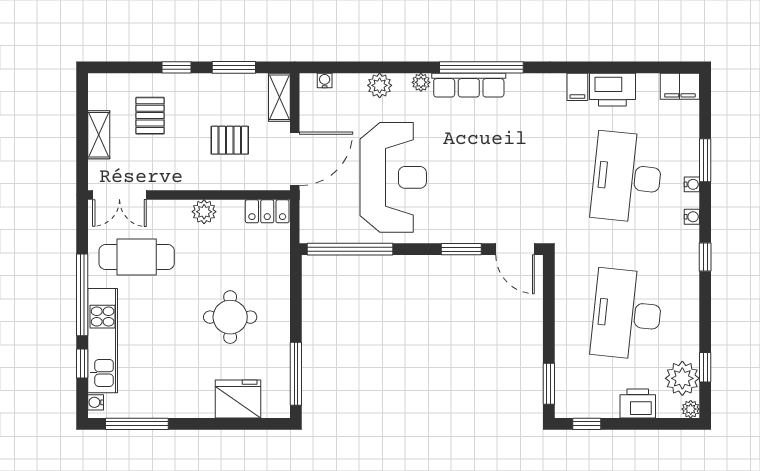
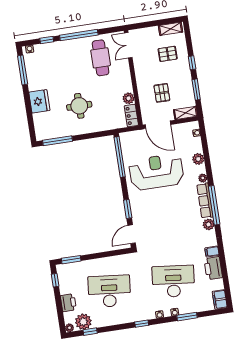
plant: (520, 85) -> (209, 224), added
shelving: (99, 135) -> (171, 29), moved
reception desk: (393, 177) -> (156, 172), turned 180
plant: (204, 212) -> (128, 98), moved
kitchen unit: (103, 341) -> (59, 48), removed
fridge: (238, 399) -> (39, 101), moved

